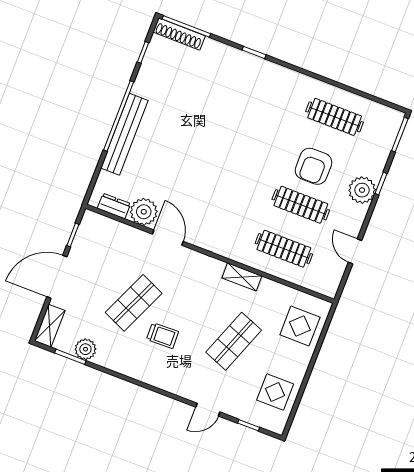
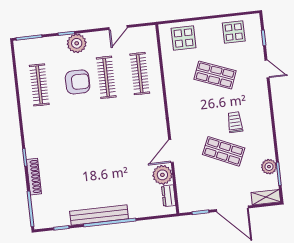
shoe rack: (179, 34) -> (34, 177), moved
bench: (124, 134) -> (99, 215), moved
shelving: (242, 277) -> (172, 91), removed

